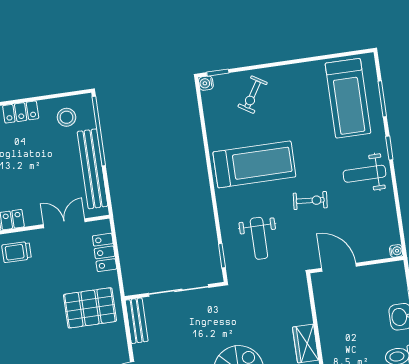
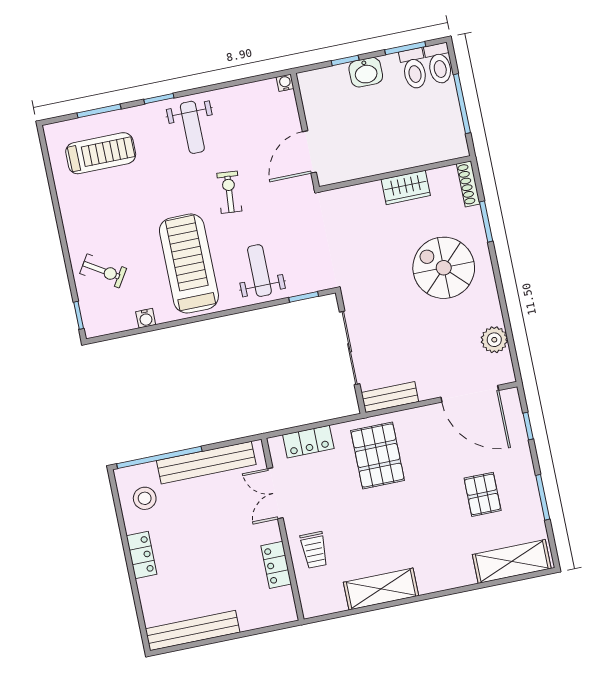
water cooler: (206, 83) -> (146, 318), moved
treadmill: (348, 98) -> (101, 153), width x0.73, depth x0.73
weight bench: (259, 238) -> (259, 271), moved, turned -90

